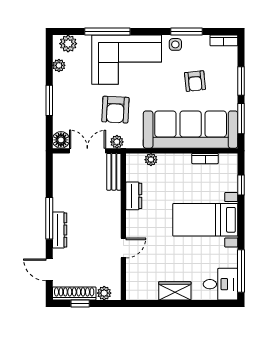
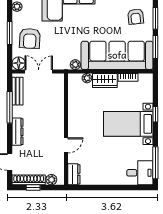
armchair: (195, 81) -> (136, 17), moved
armchair: (115, 110) -> (30, 38), moved
plant: (117, 142) -> (75, 65), moved
bench: (114, 172) -> (18, 91), moved
window: (241, 185) -> (155, 114), moved
dresser: (134, 196) -> (74, 174), moved
window: (49, 218) -> (10, 107), moved
wardrobe: (175, 291) -> (105, 80), moved, turned 180

